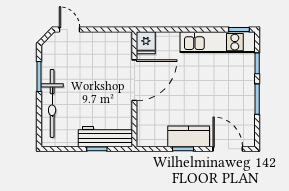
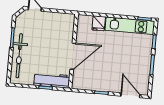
fridge: (146, 43) -> (99, 23), moved
door: (134, 80) -> (73, 56), moved
kitchen counter: (189, 136) -> (106, 85), removed

